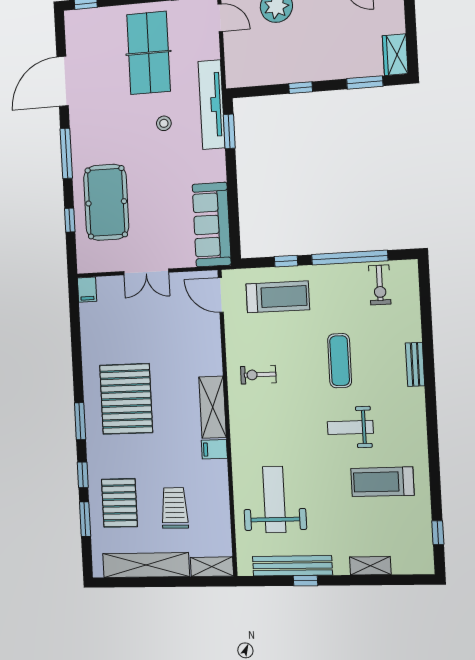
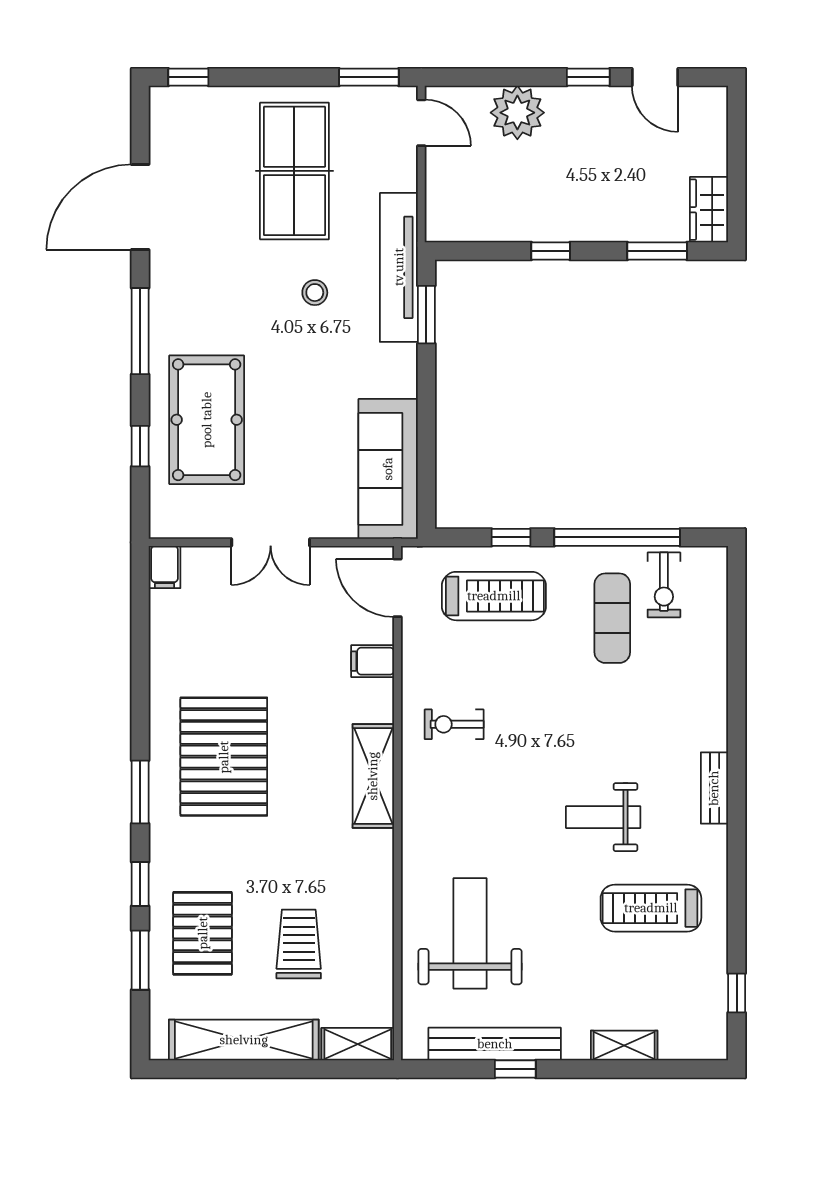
exercise mat: (340, 361) -> (612, 618), moved
bench: (415, 364) -> (714, 788), moved
filing cabinet: (214, 449) -> (373, 661), moved

